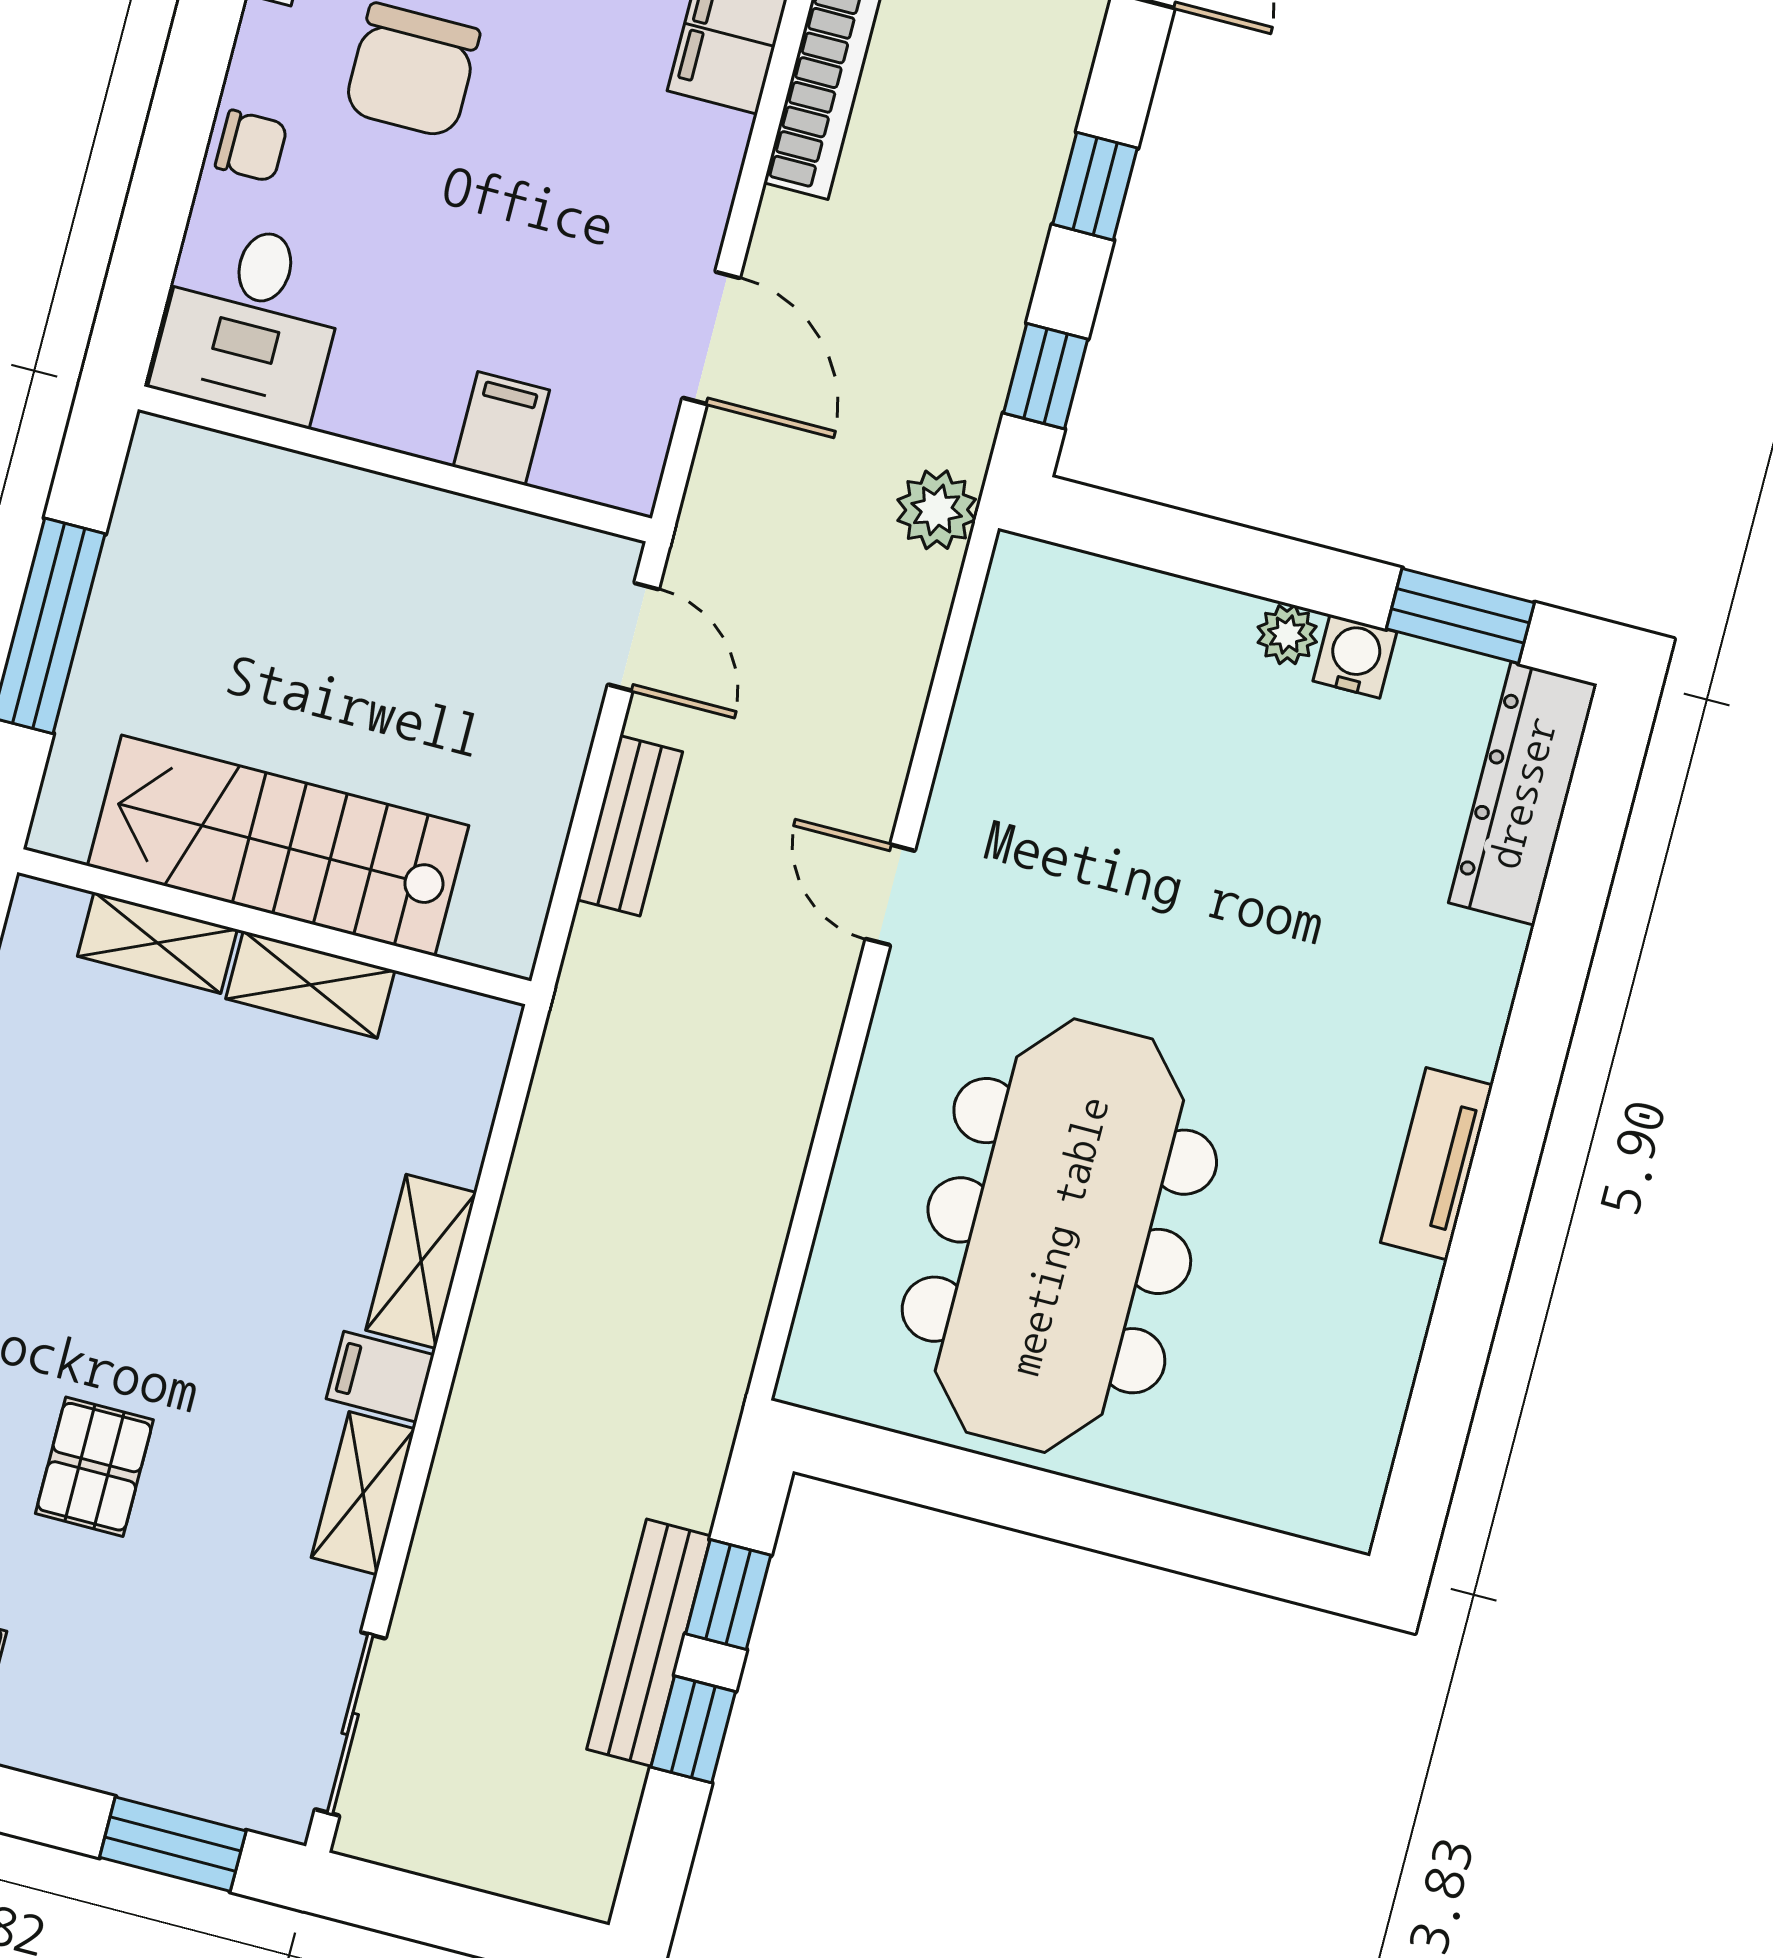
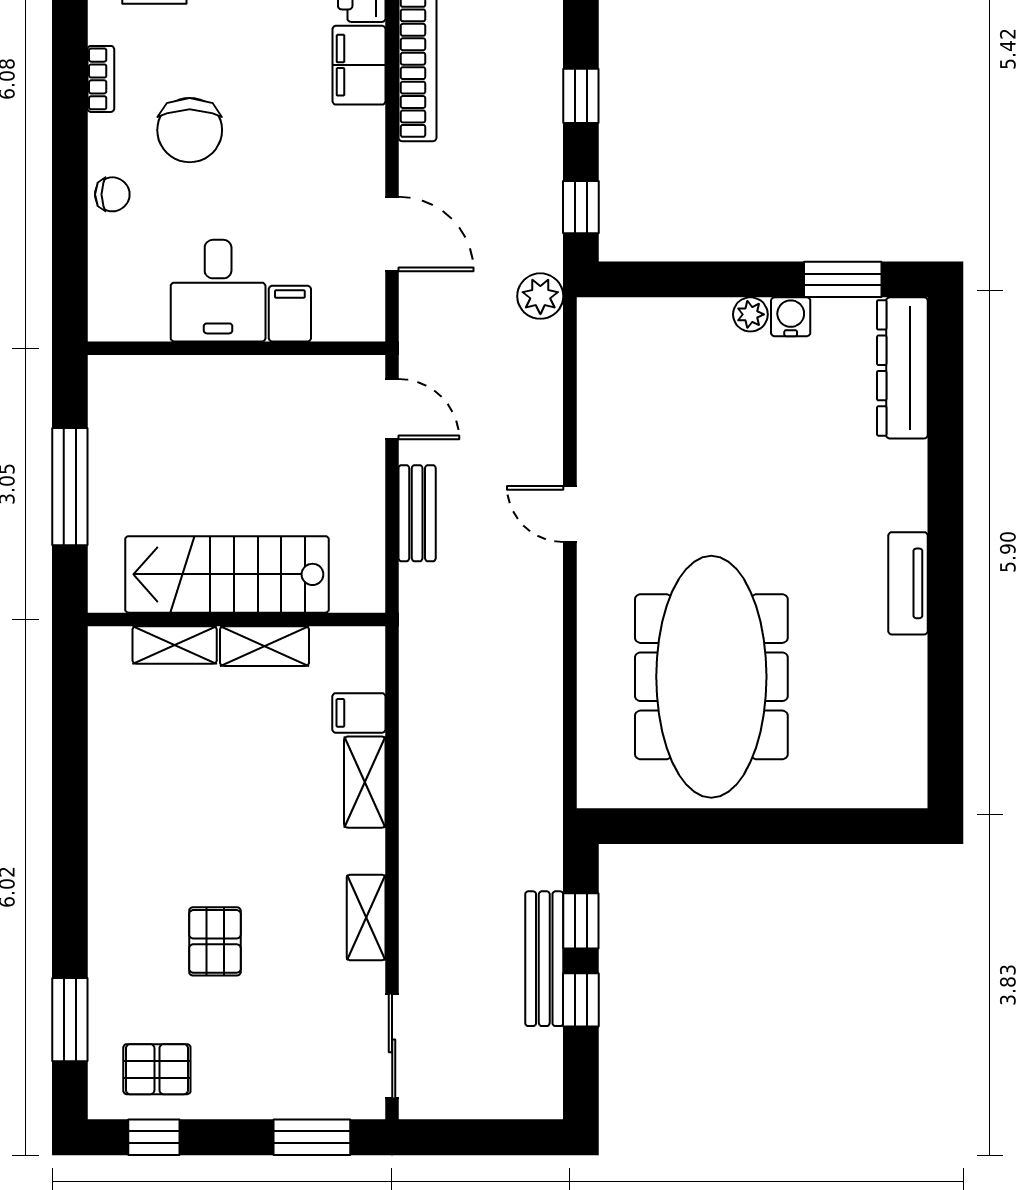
desk: (251, 321) -> (218, 291), moved
filing cabinet: (380, 1377) -> (359, 713), moved

